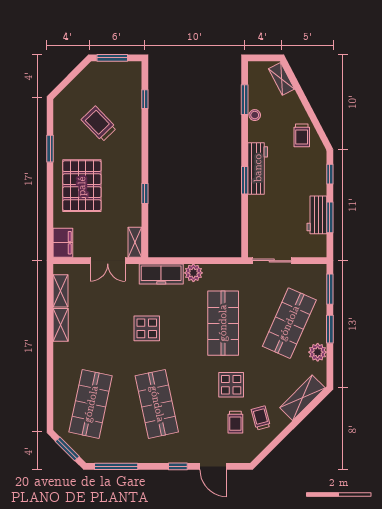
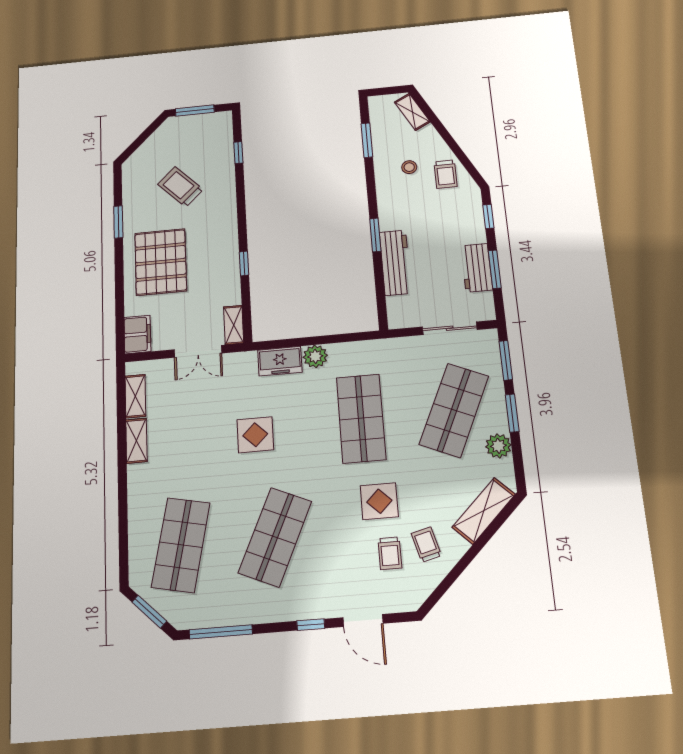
stool: (255, 115) -> (409, 167), moved
workbench: (258, 168) -> (395, 263), moved
sliding door: (272, 261) -> (450, 328), moved
freezer: (161, 274) -> (280, 361), width x0.71
shop shelf: (157, 404) -> (275, 537), turned 36

